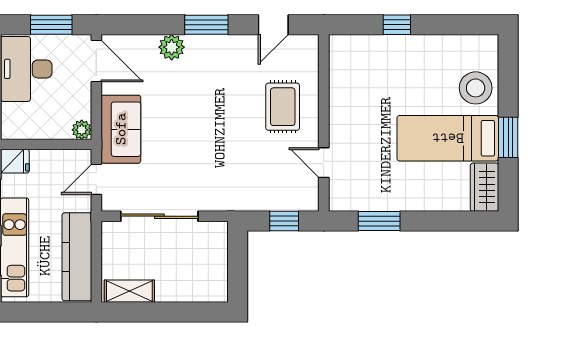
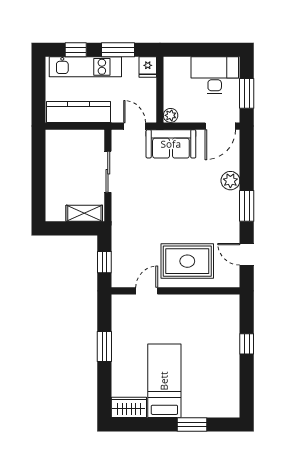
stool: (476, 88) -> (201, 401), removed
rug: (283, 107) -> (187, 261), width x1.36, depth x1.43
window: (508, 137) -> (192, 424), moved
sliding door: (159, 216) -> (108, 172), width x0.73
window: (379, 221) -> (104, 346), moved
shelving: (129, 291) -> (84, 213), moved, turned 90

